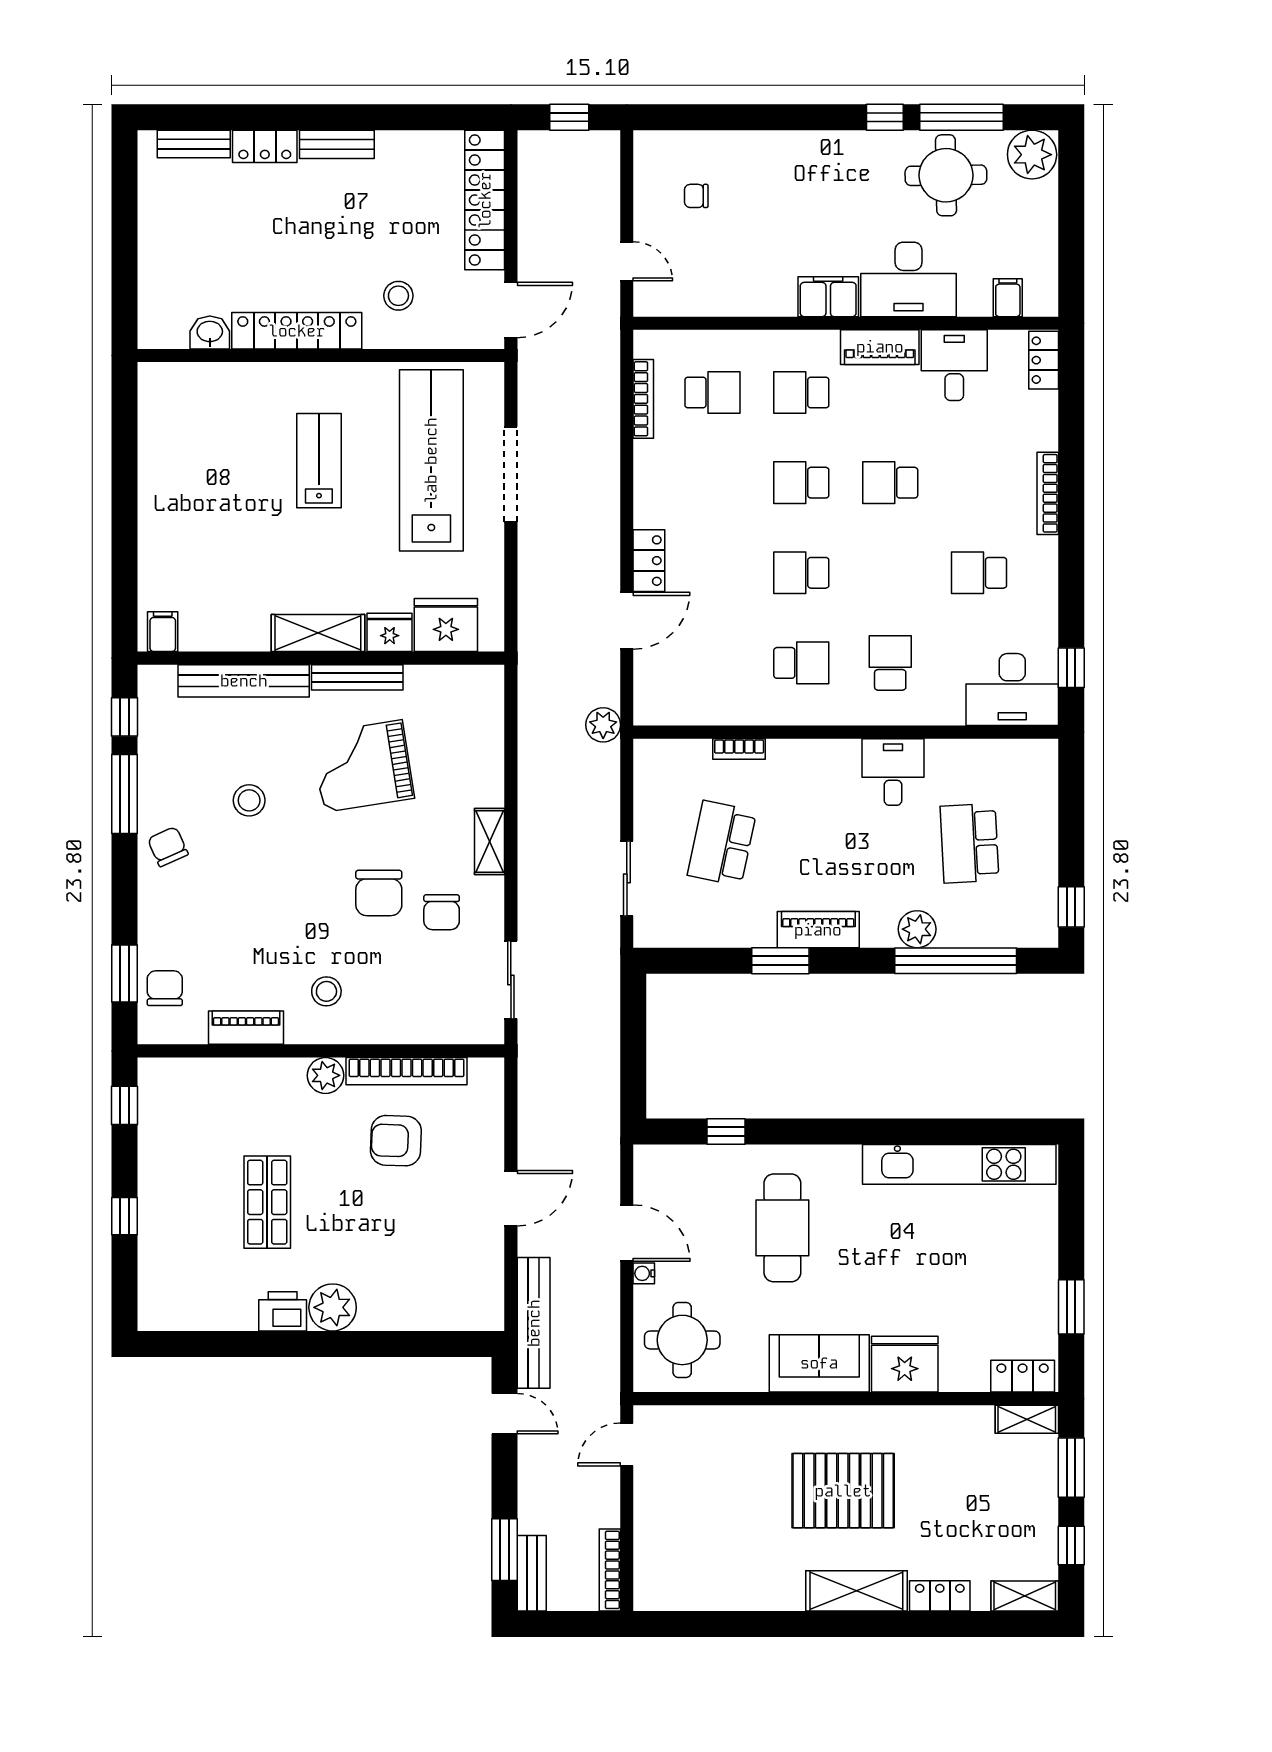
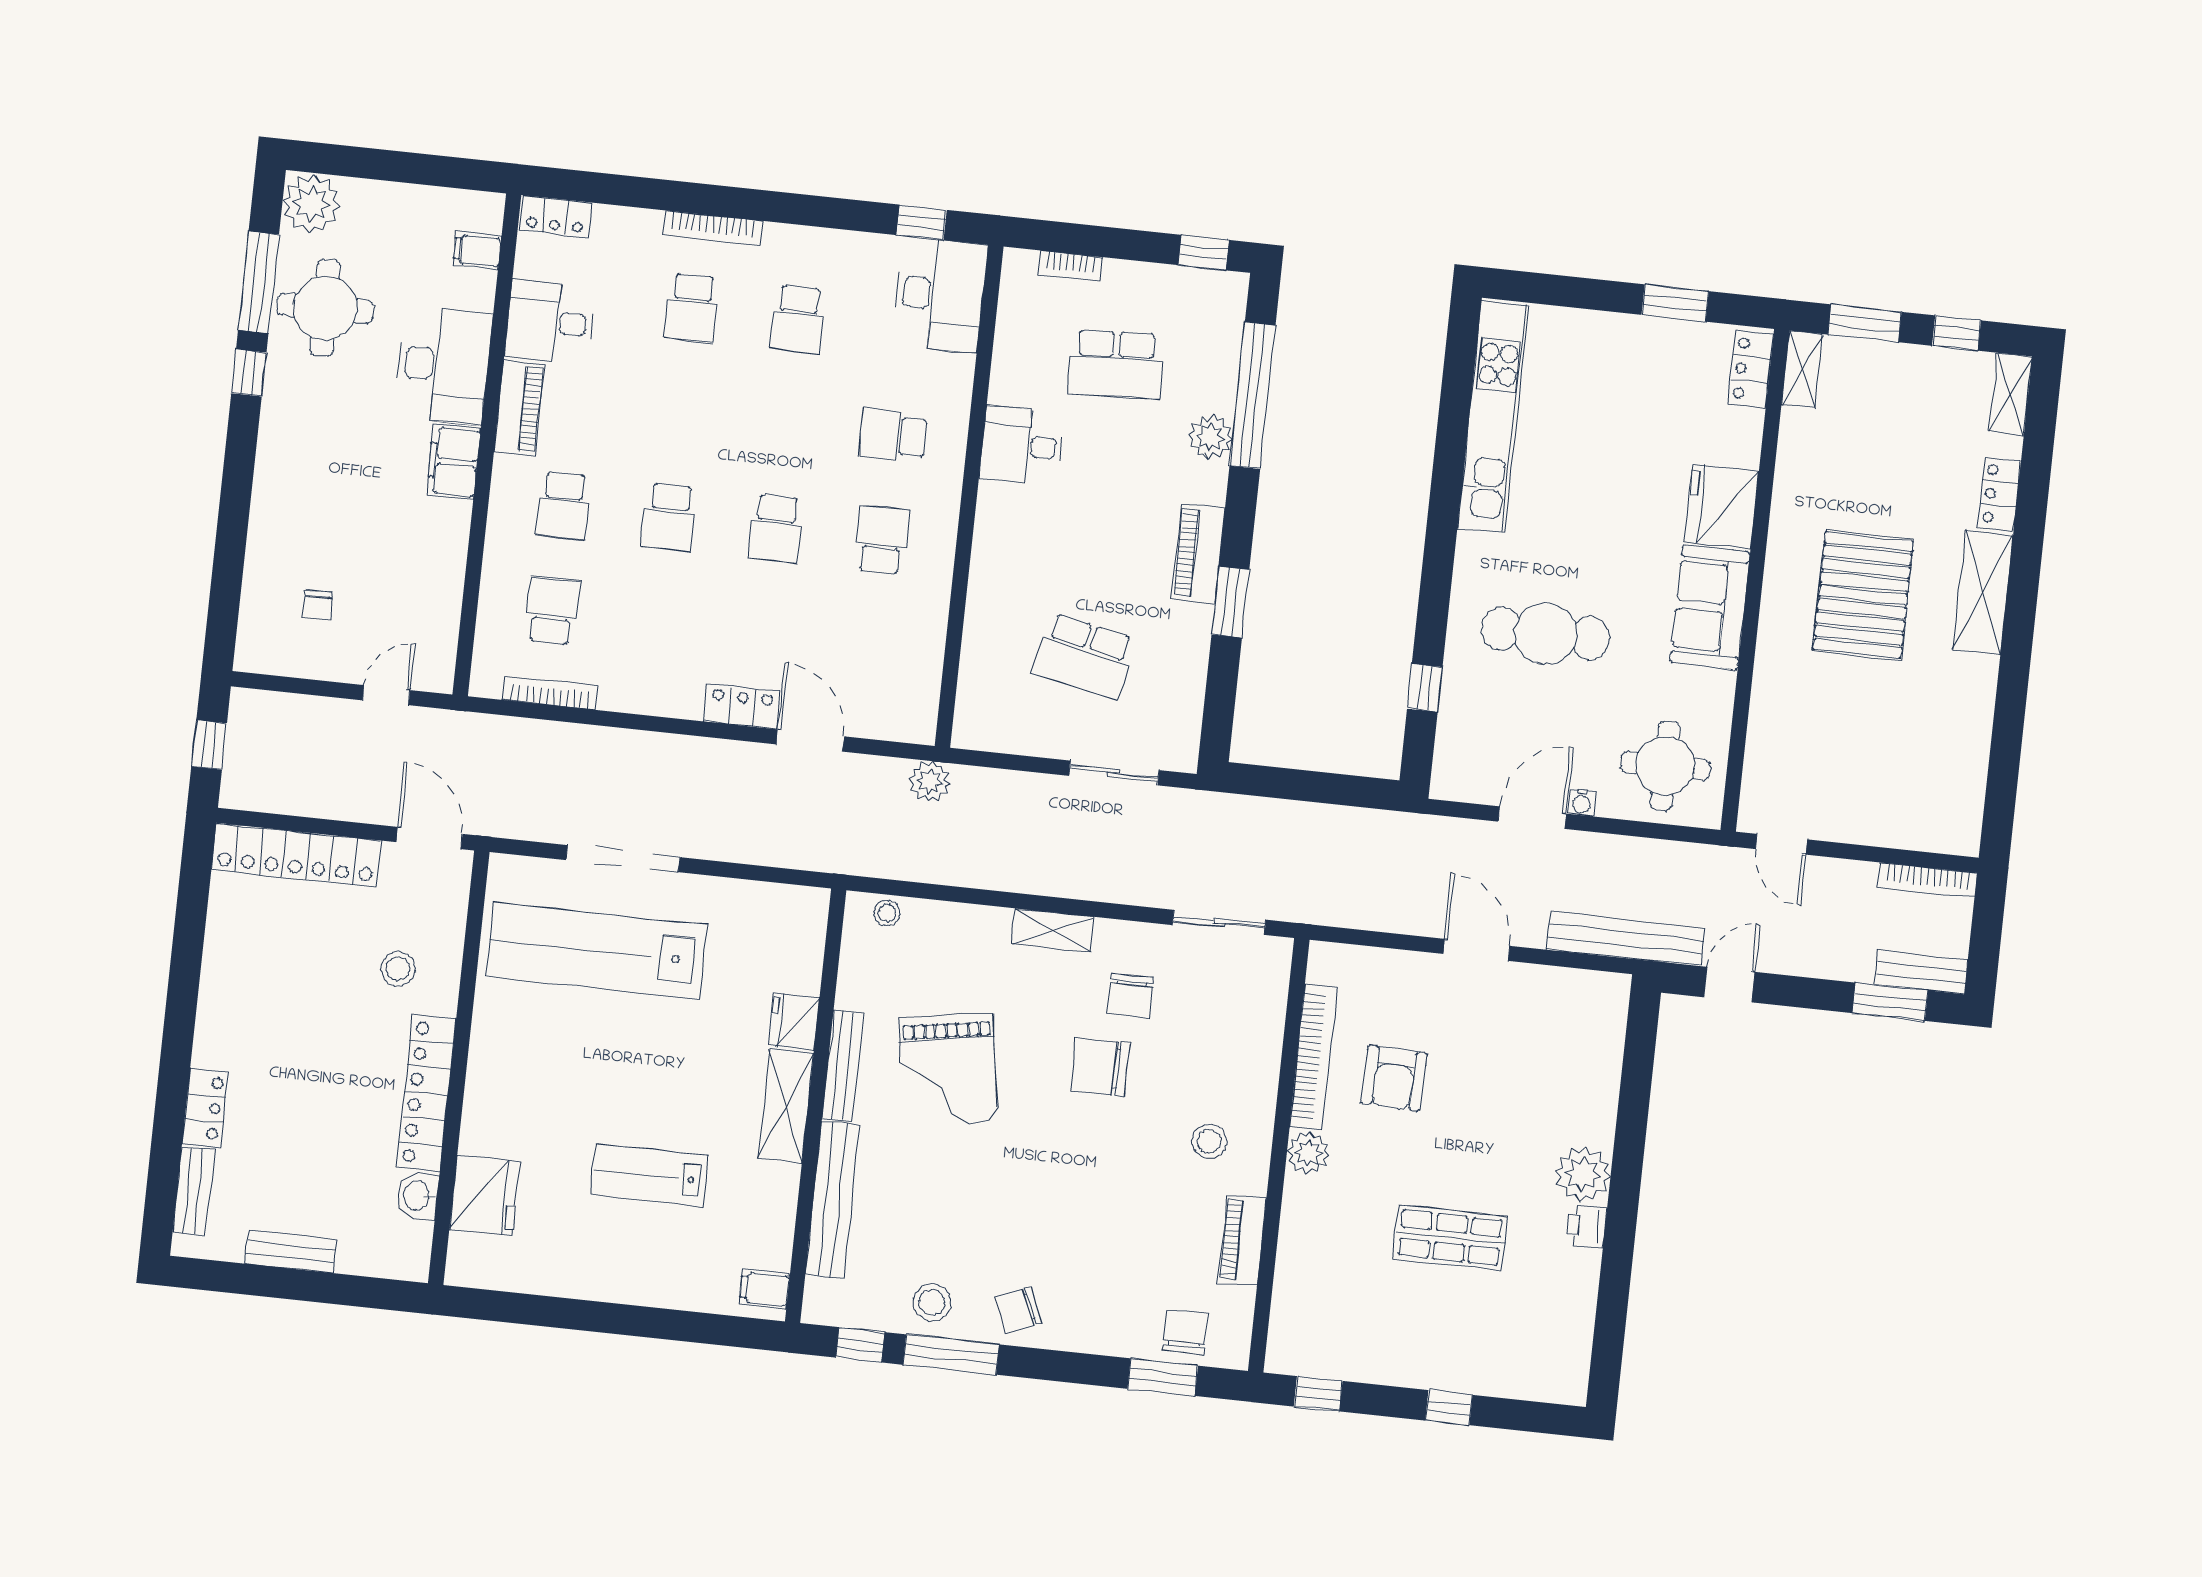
bench: (337, 144) -> (291, 1252), moved, turned 90
lab bench: (319, 461) -> (649, 1175), moved
school desk: (890, 483) -> (692, 308), moved
fridge: (446, 625) -> (485, 1195), moved, turned 180
stool: (489, 701) -> (887, 913), added
bookcase: (739, 749) -> (1070, 266), moved, turned 90
stool: (249, 800) -> (932, 1302), moved
chair: (379, 893) -> (1100, 1067), turned 180
chair: (442, 912) -> (1130, 996), turned 90
chair: (165, 988) -> (1185, 1332), turned 90
printer: (283, 1311) -> (1586, 1226), width x0.73, depth x0.81

